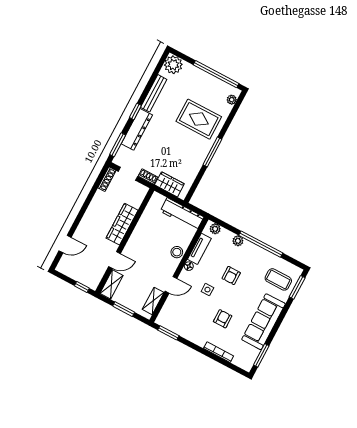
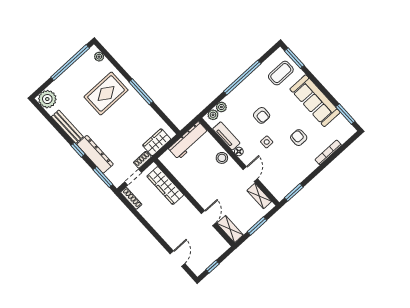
wardrobe: (122, 224) -> (165, 186), moved
plant: (238, 241) -> (221, 107), moved
window: (82, 287) -> (212, 267), moved

